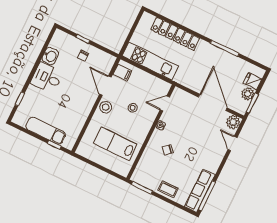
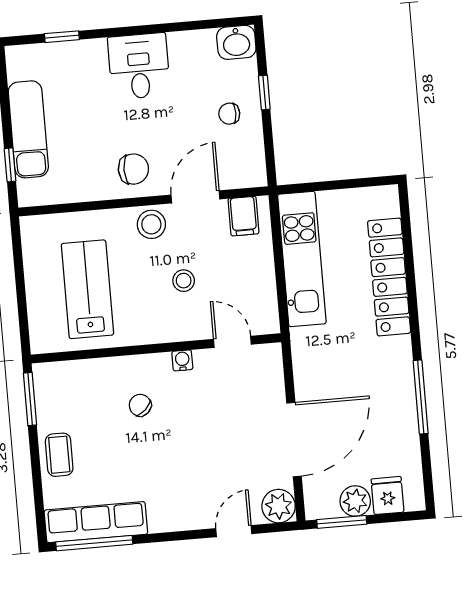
washbasin: (50, 56) -> (236, 42), moved
chair: (82, 102) -> (133, 169), added

